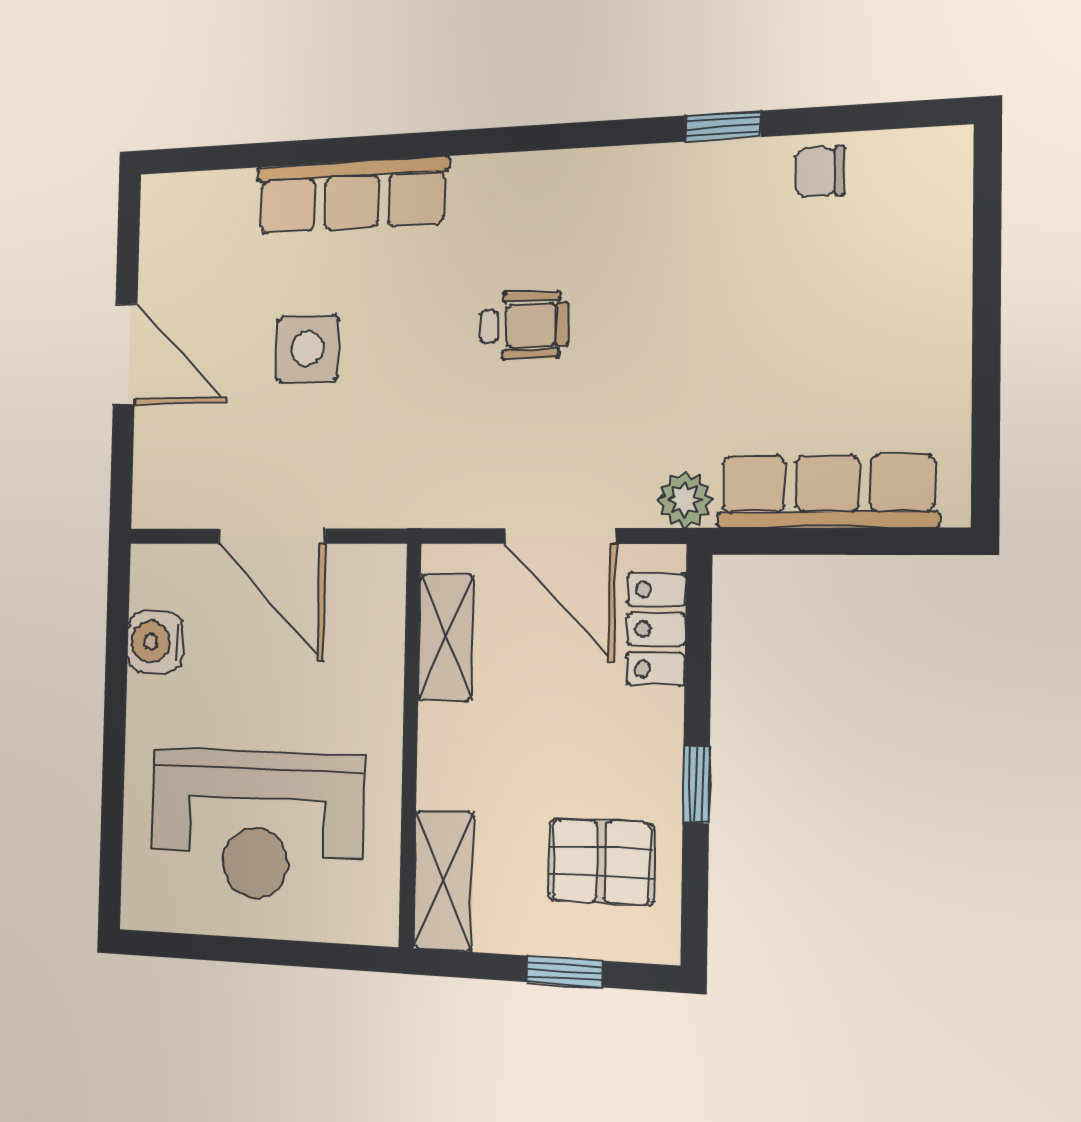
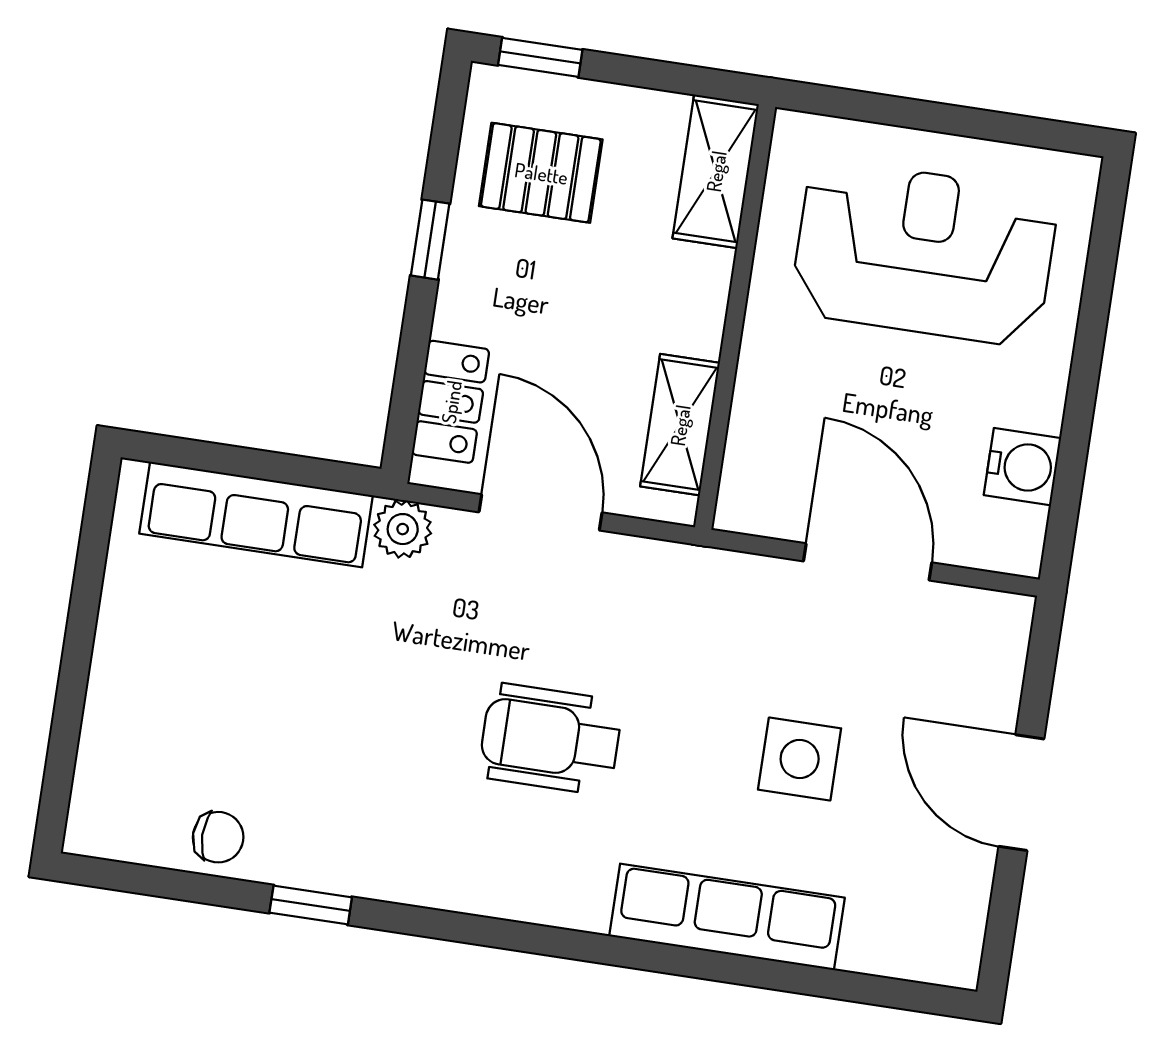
wheelchair: (524, 326) -> (550, 739), width x1.36, depth x1.37
window: (564, 971) -> (540, 57), moved

